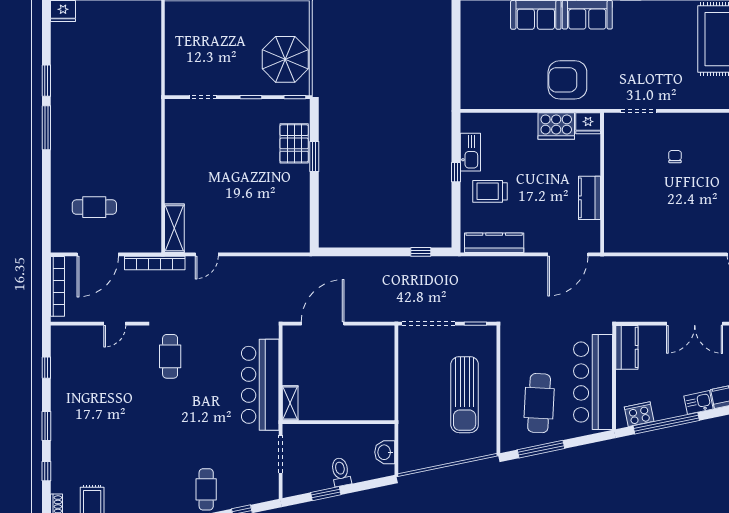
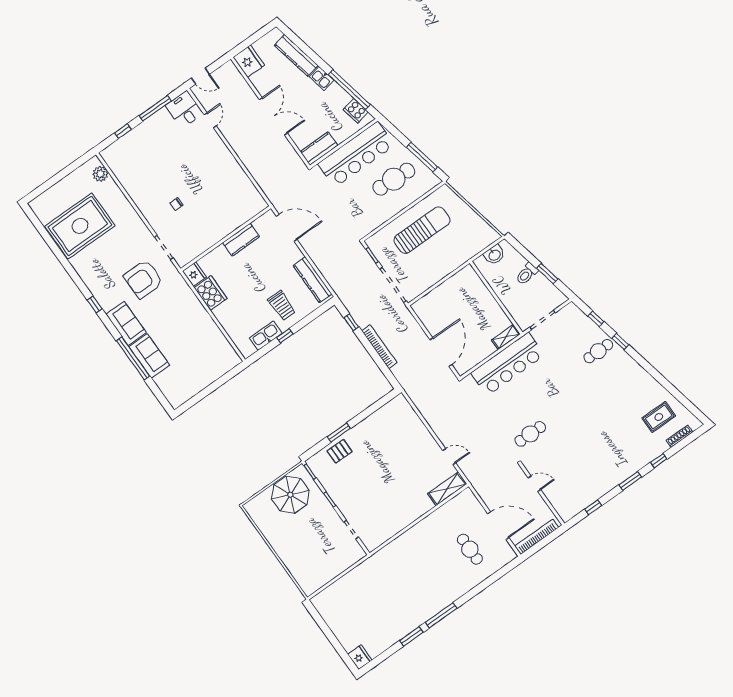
armchair: (567, 80) -> (143, 279), moved, turned 90
pallet: (294, 143) -> (340, 451), width x0.67, depth x0.71
bookcase: (155, 263) -> (379, 347), moved
door: (323, 324) -> (441, 352), swing flipped

